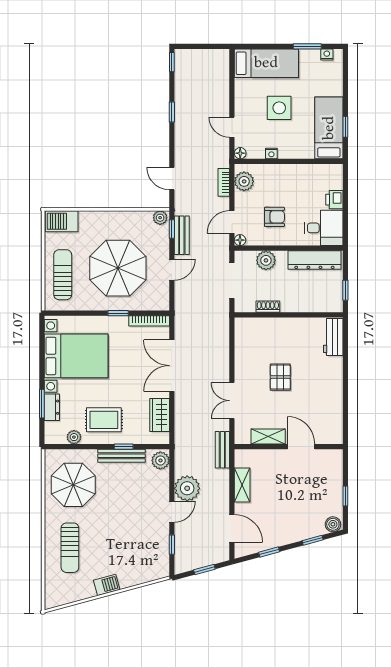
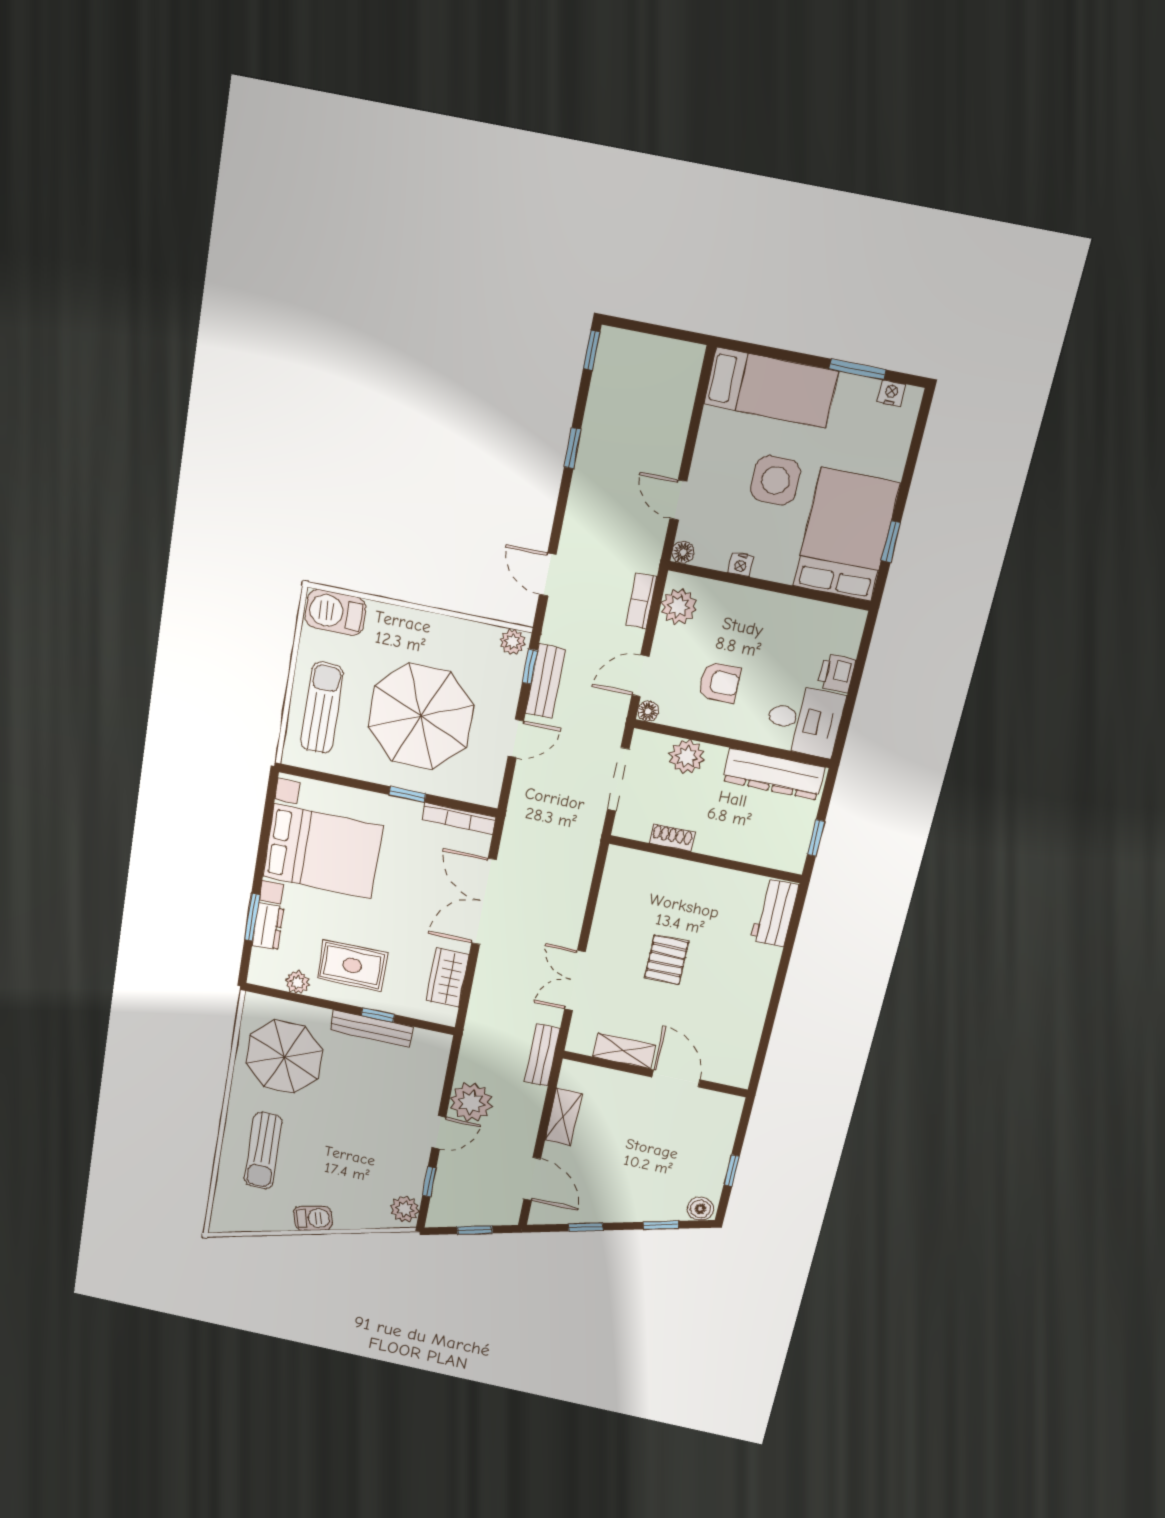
bed: (329, 128) -> (846, 535), width x1.50
plant: (160, 460) -> (405, 1209), moved

